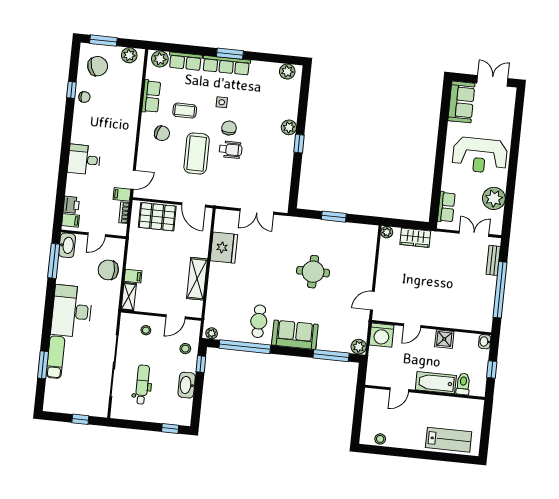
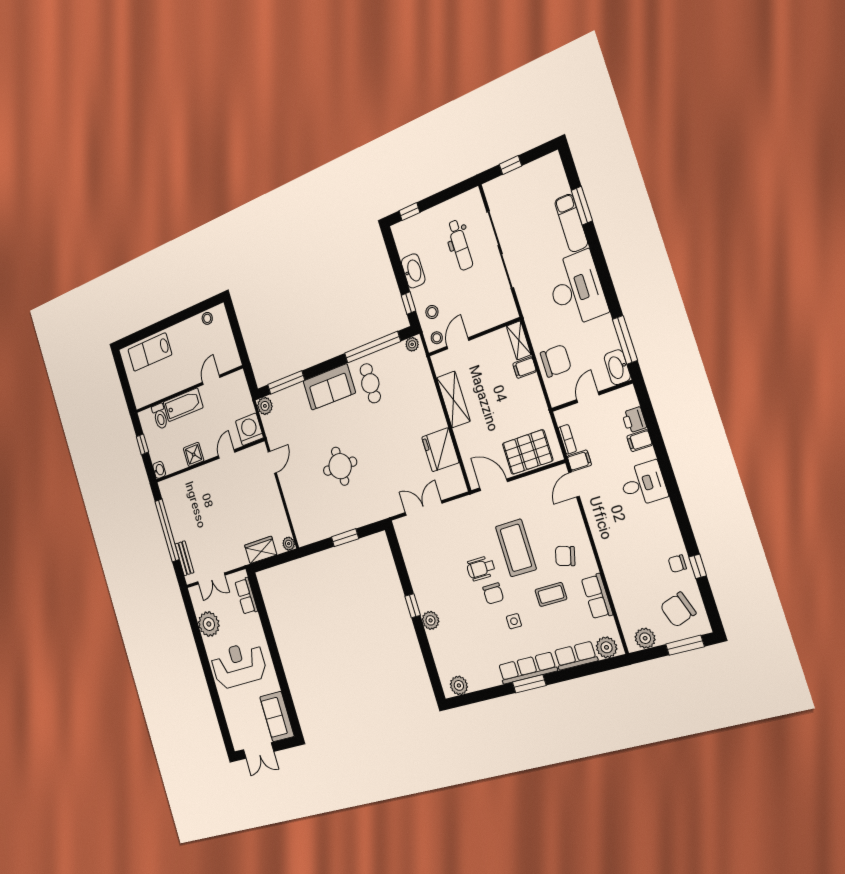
filing cabinet: (71, 220) -> (640, 441), moved
stool: (146, 330) -> (437, 338), moved

